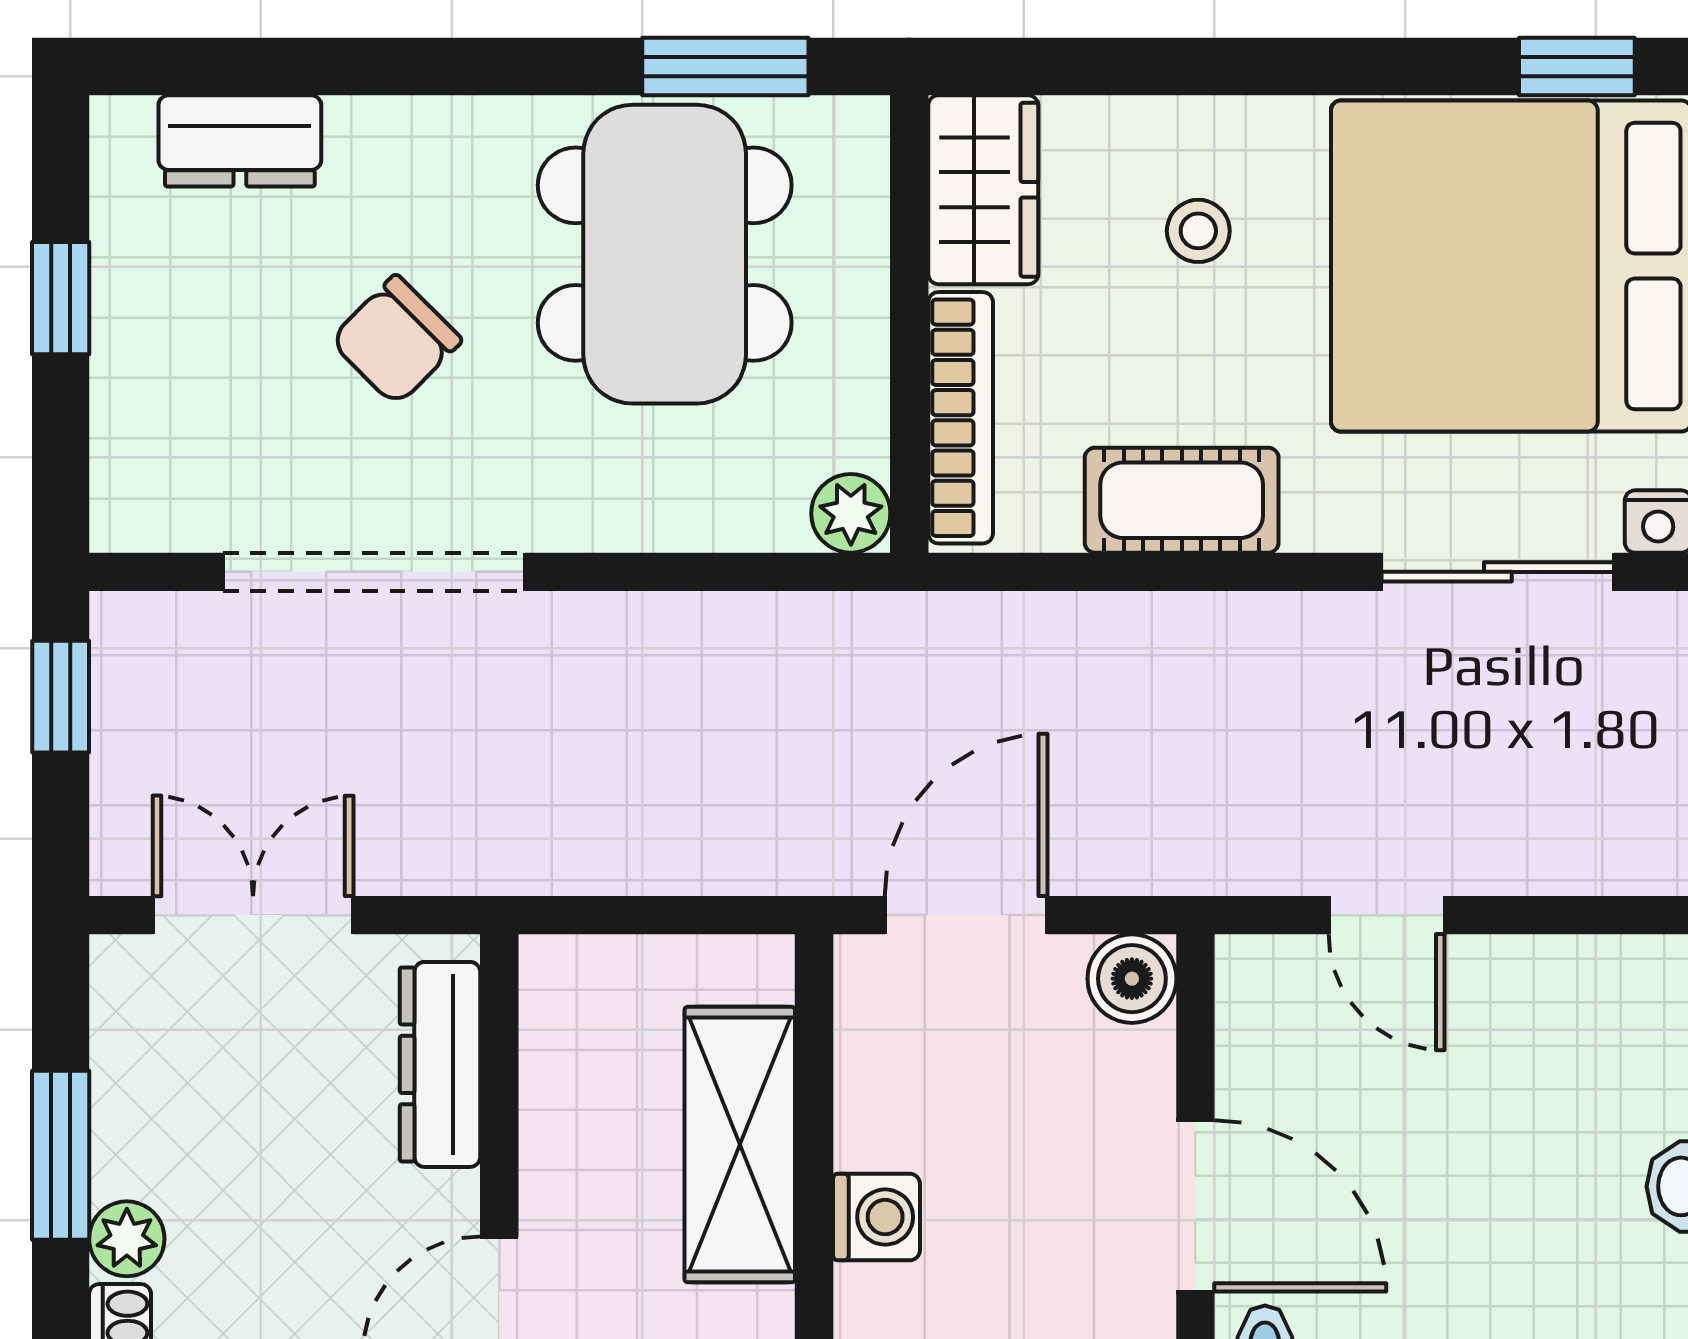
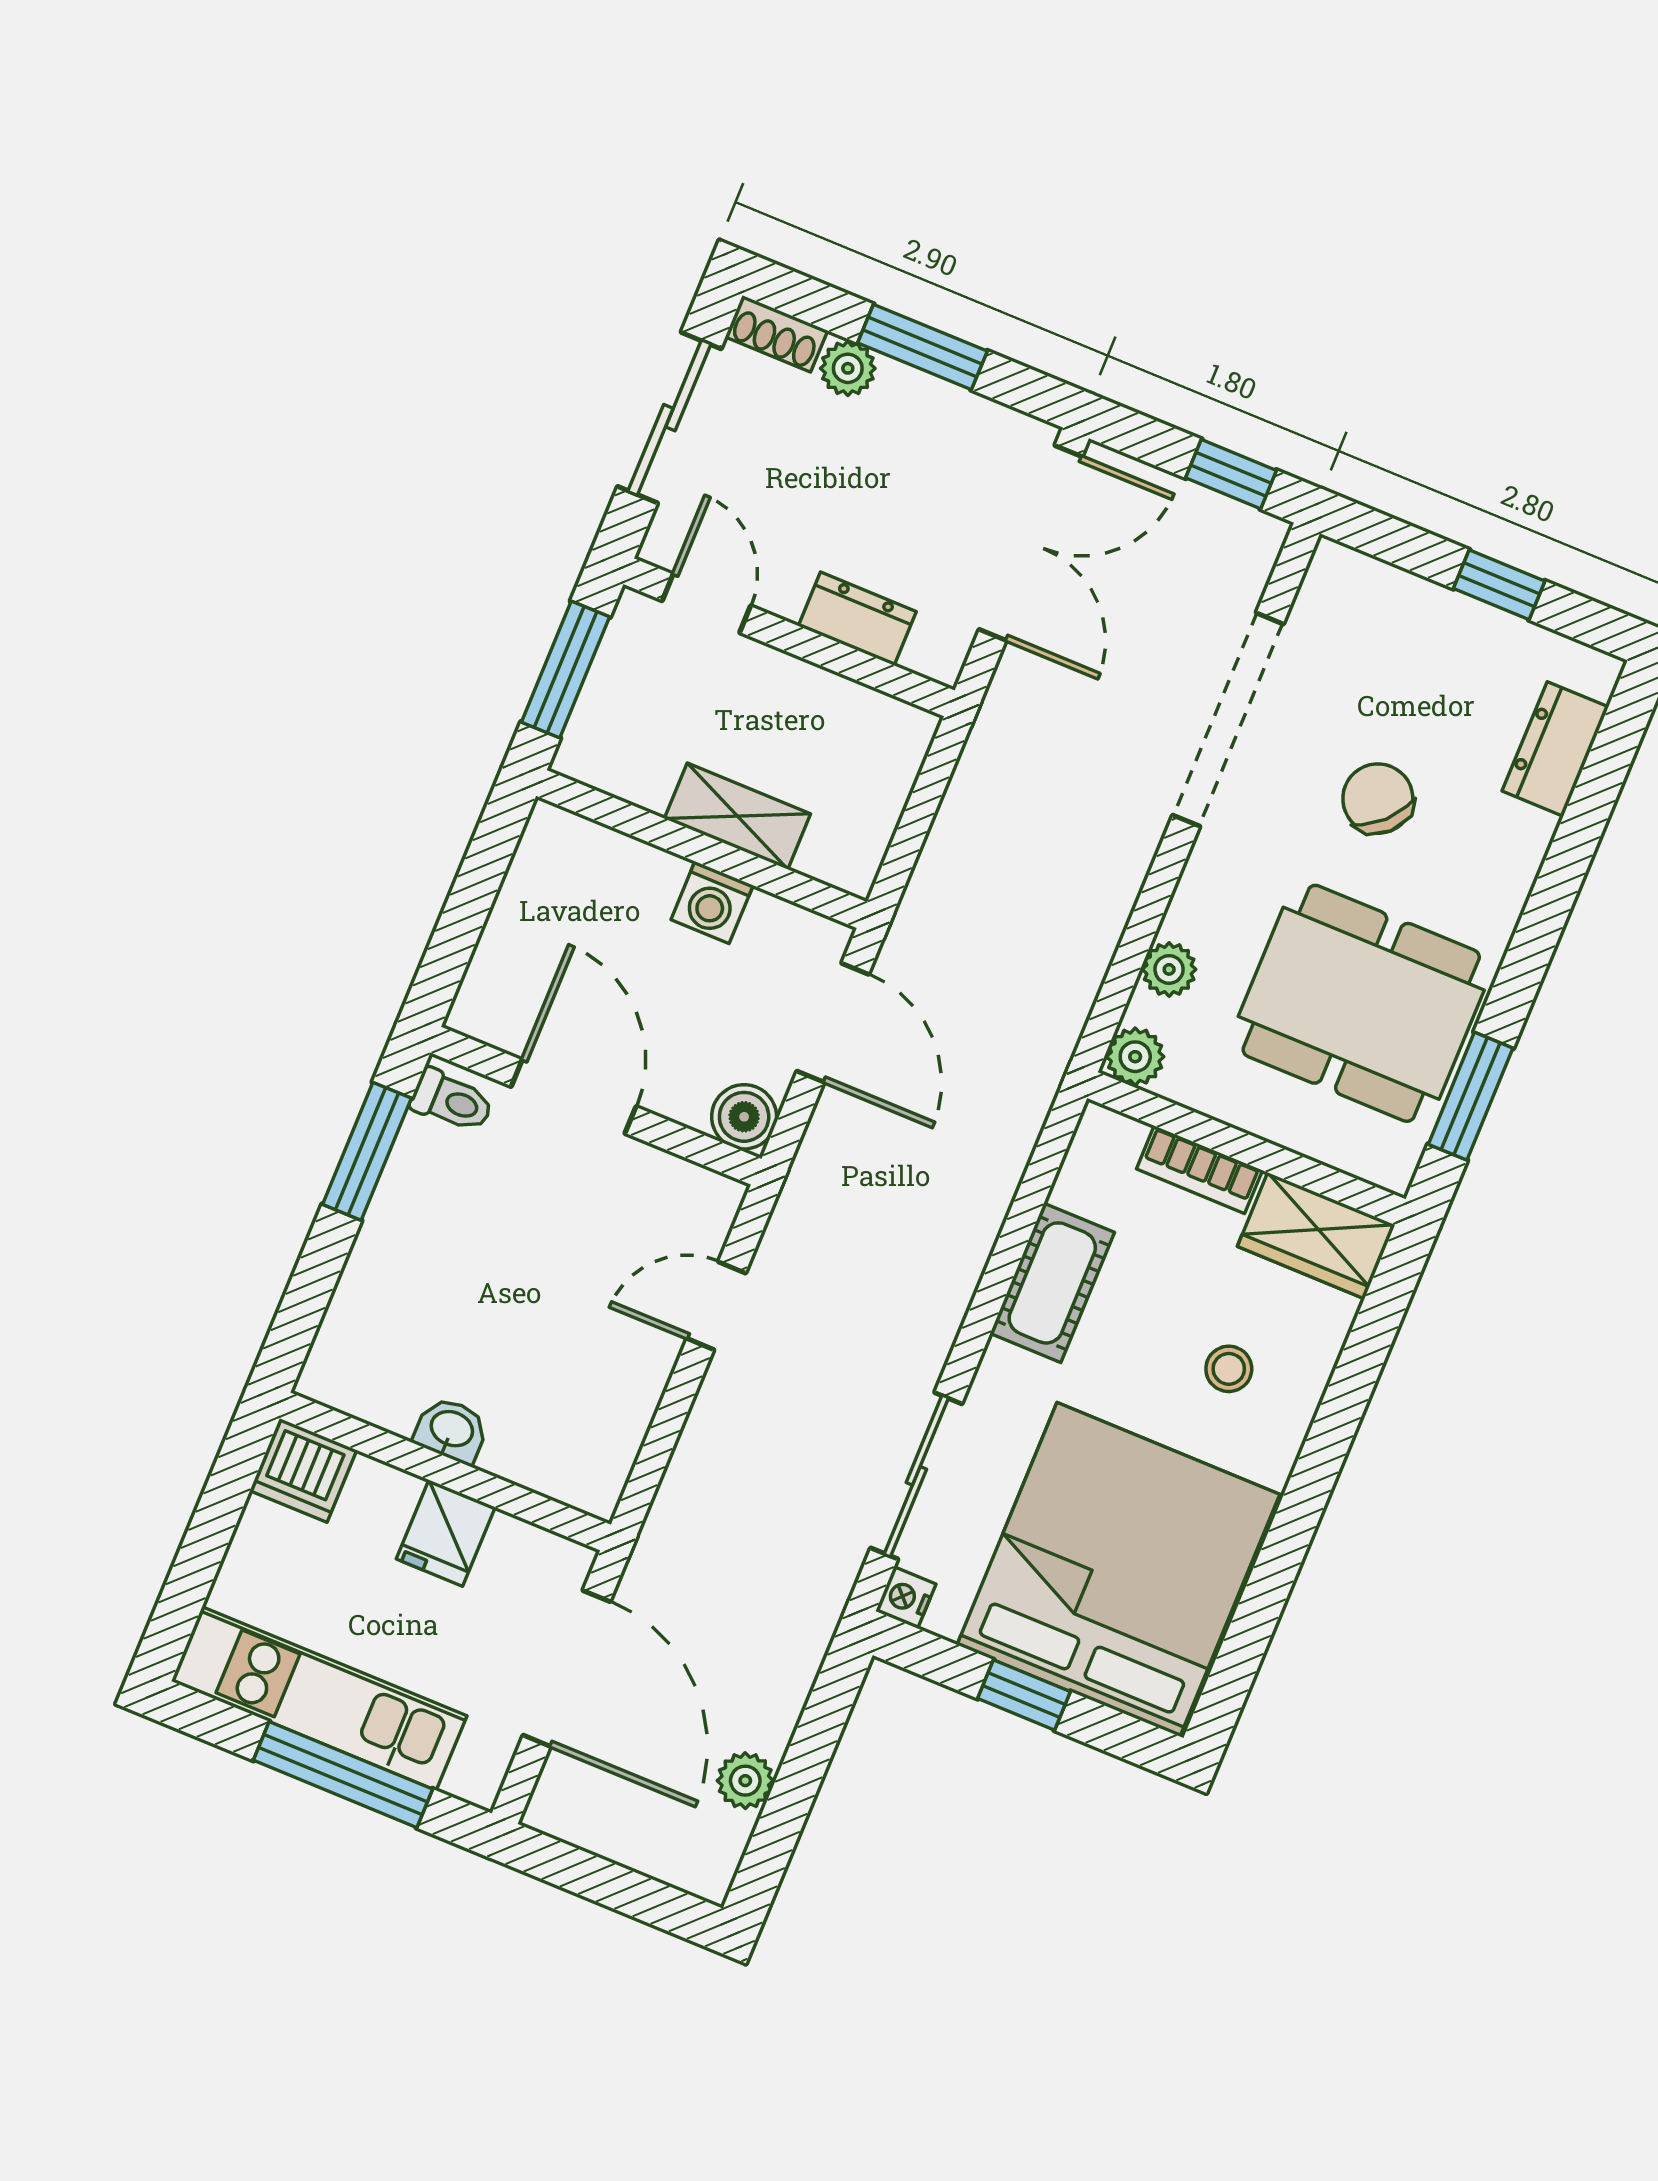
window: (1577, 66) -> (1234, 1669), removed
bookcase: (961, 418) -> (1199, 1170), width x0.64
plant: (722, 516) -> (1169, 969), added
double door: (253, 915) -> (1031, 543), width x1.37
dresser: (440, 1064) -> (857, 619), width x0.70
shelving: (740, 1145) -> (737, 816), width x0.67, depth x0.75
door: (1195, 1206) -> (574, 1096), swing flipped
washing machine: (876, 1217) -> (712, 902), moved

